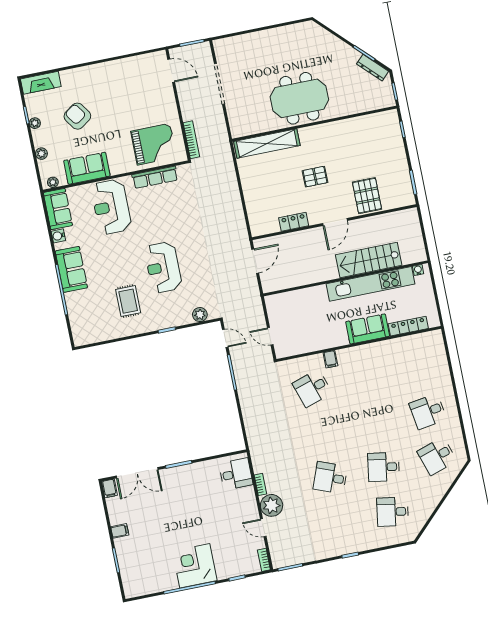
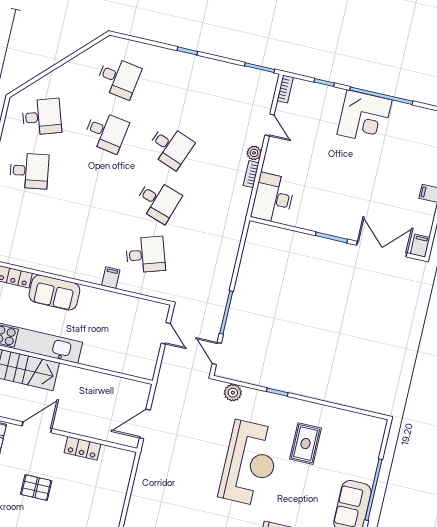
reception desk: (163, 267) -> (250, 463), width x1.36, depth x1.30
desk: (321, 433) -> (158, 201), added
desk: (236, 474) -> (273, 198), width x1.37
plant: (272, 505) -> (254, 153), width x0.53, depth x0.53

